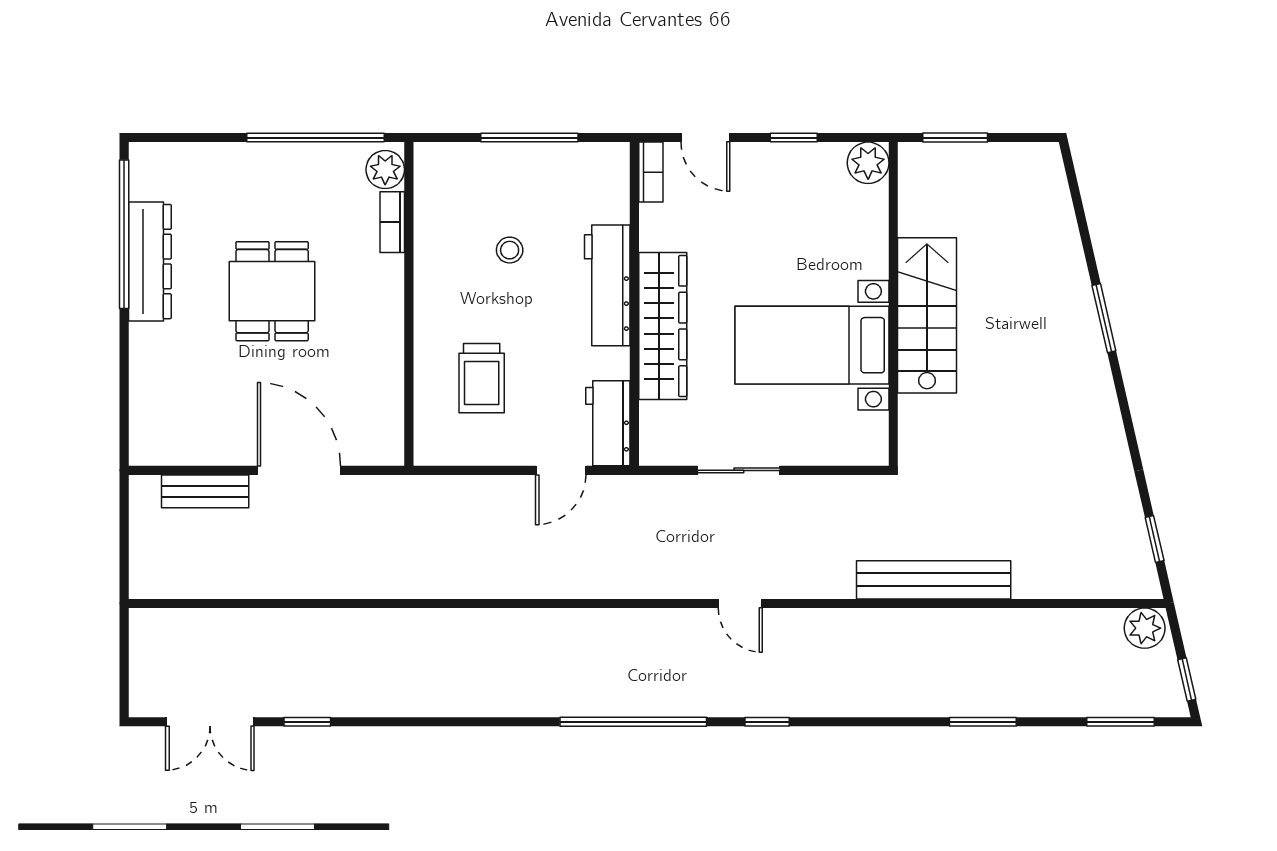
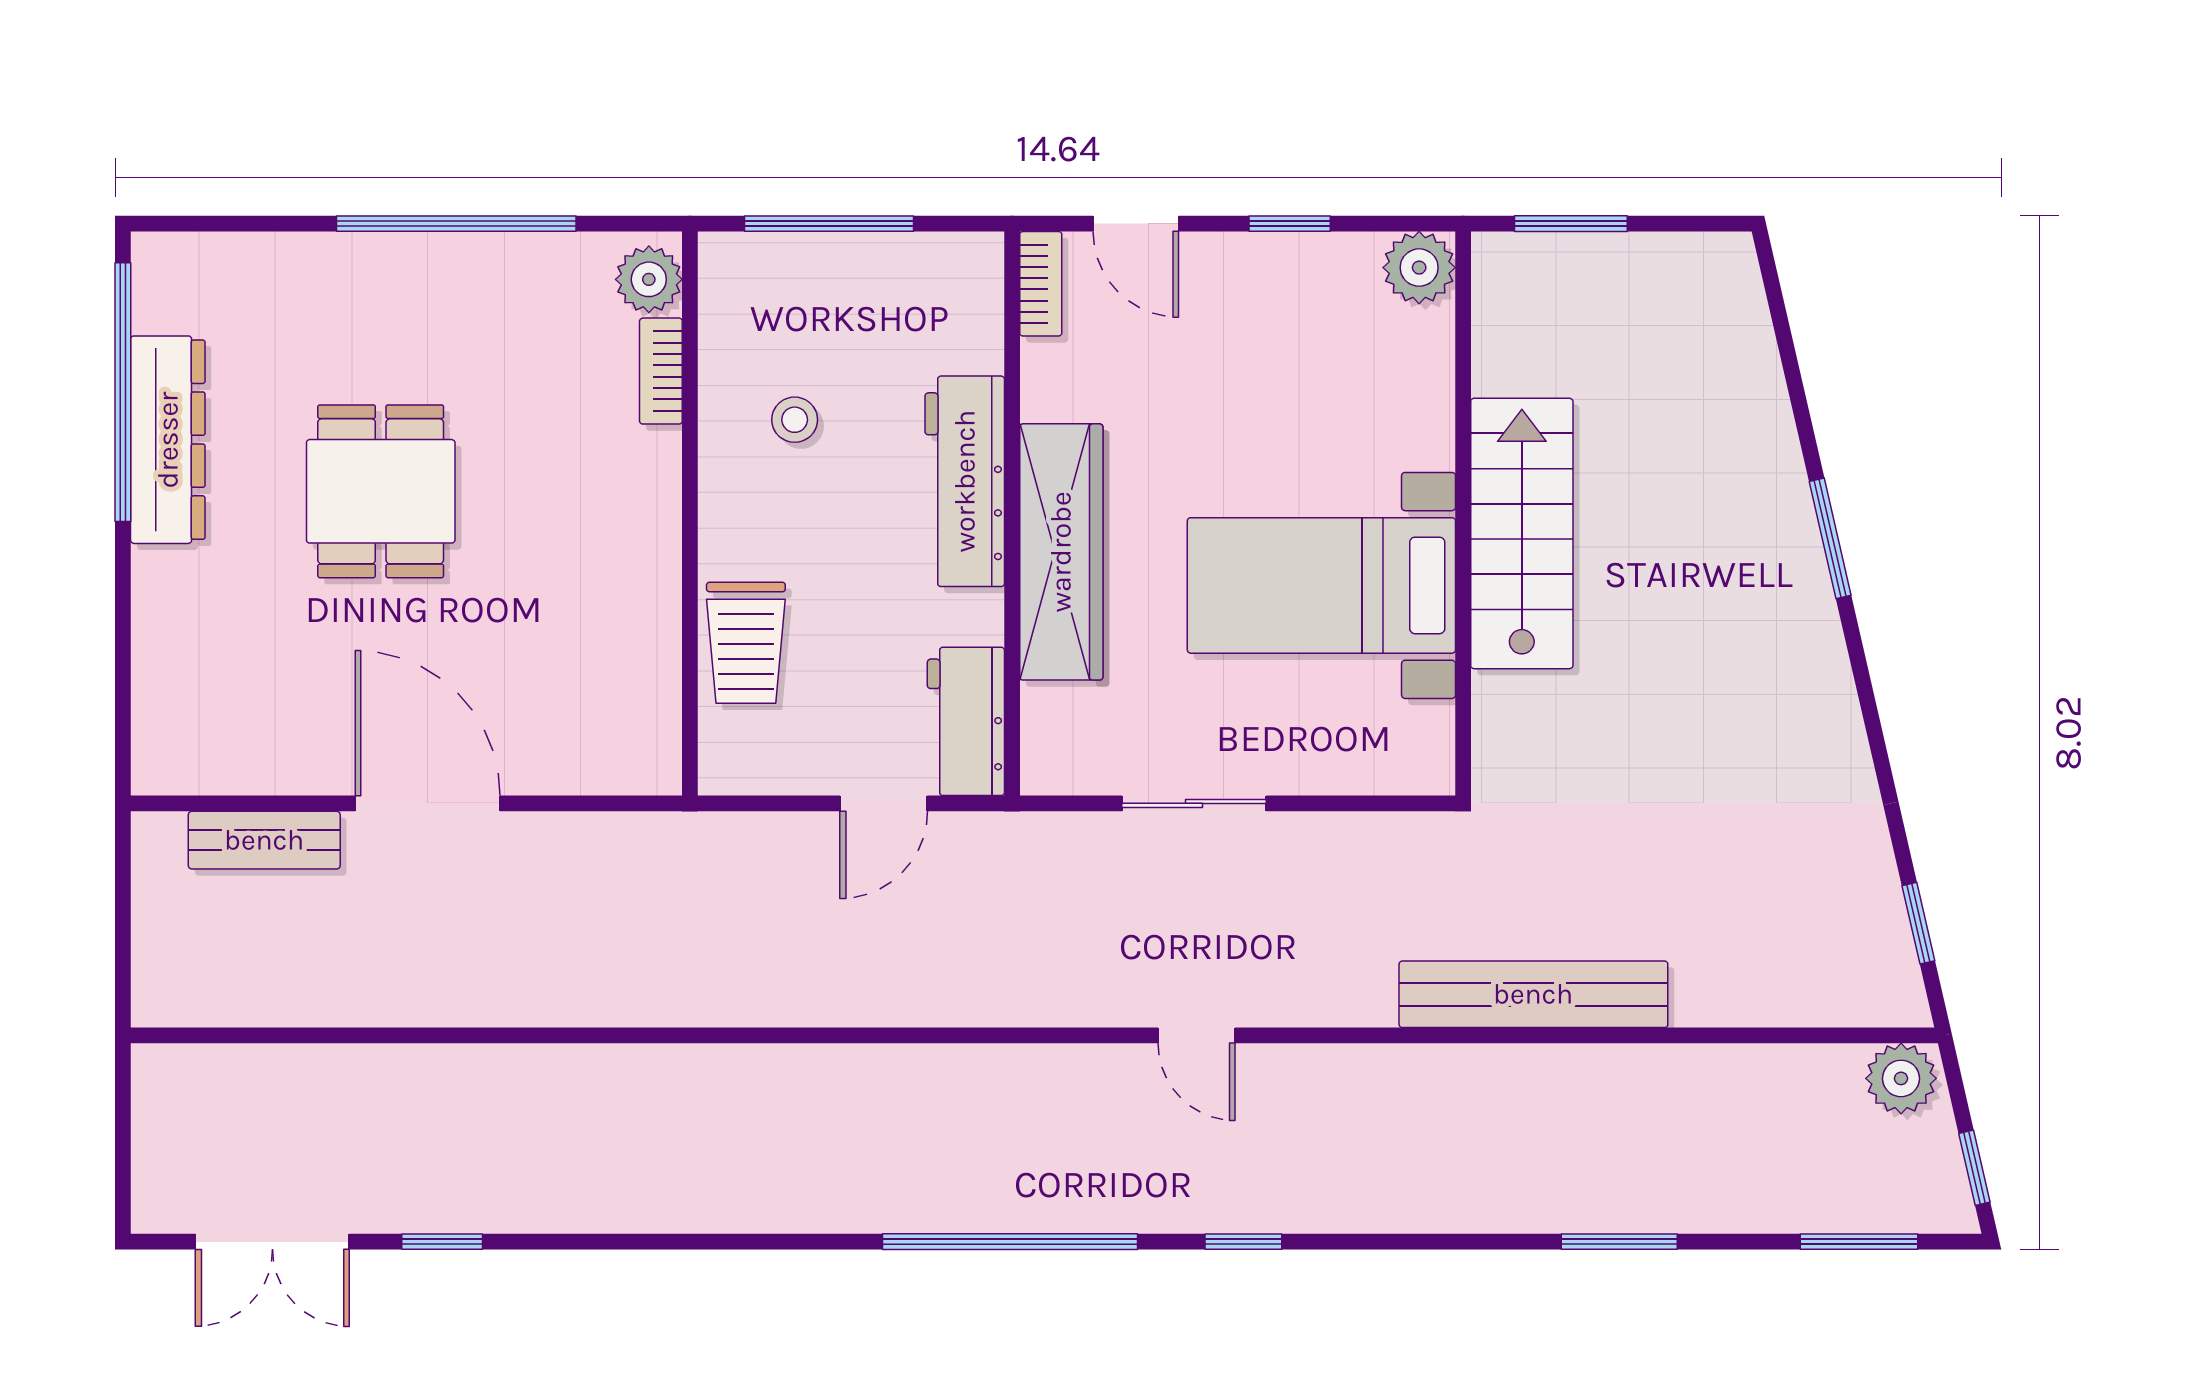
plant: (385, 170) -> (649, 279), moved
bookcase: (392, 222) -> (661, 371), moved
wall: (409, 304) -> (690, 514), moved

